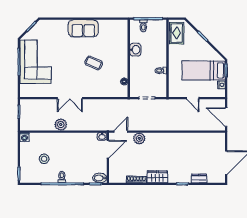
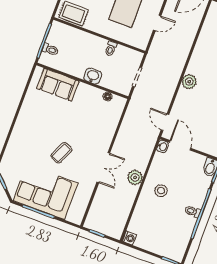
sofa: (83, 28) -> (58, 85), moved, turned 90
washbasin: (135, 50) -> (93, 76), moved
coffee table: (94, 63) -> (61, 153), moved
plant: (61, 125) -> (135, 177), moved
plant: (139, 138) -> (189, 82), moved
stool: (44, 159) -> (161, 191), moved

